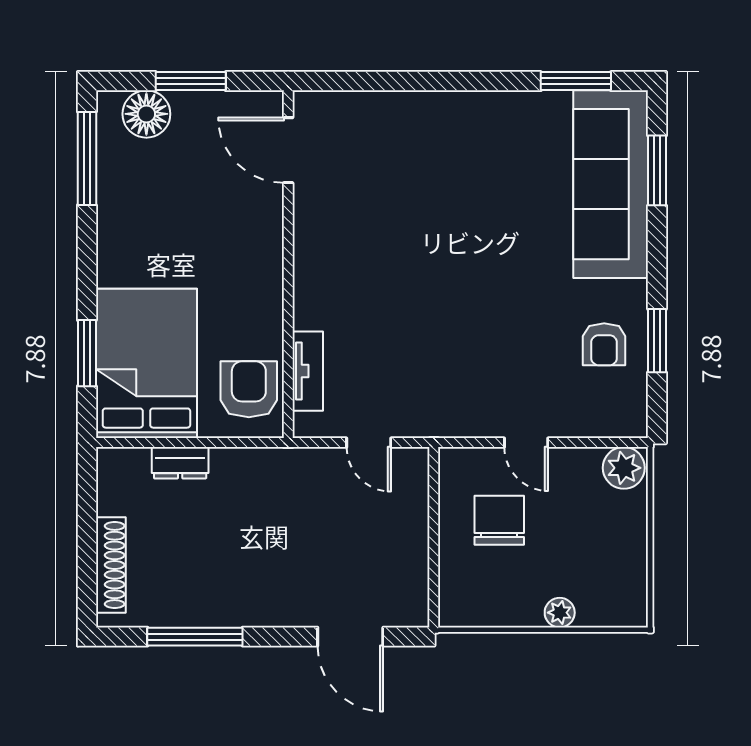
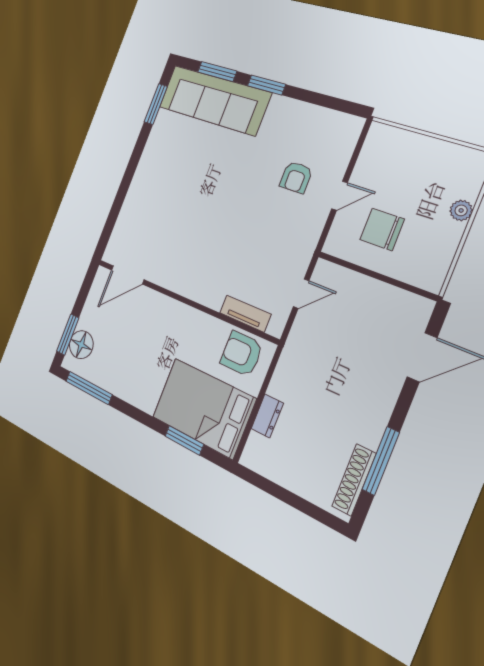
window: (191, 81) -> (68, 335), moved
window: (657, 341) -> (266, 85), moved
armchair: (604, 344) -> (296, 177), moved, turned 90
plant: (624, 468) -> (380, 139), removed
shoe rack: (111, 565) -> (354, 480), moved, turned -90

